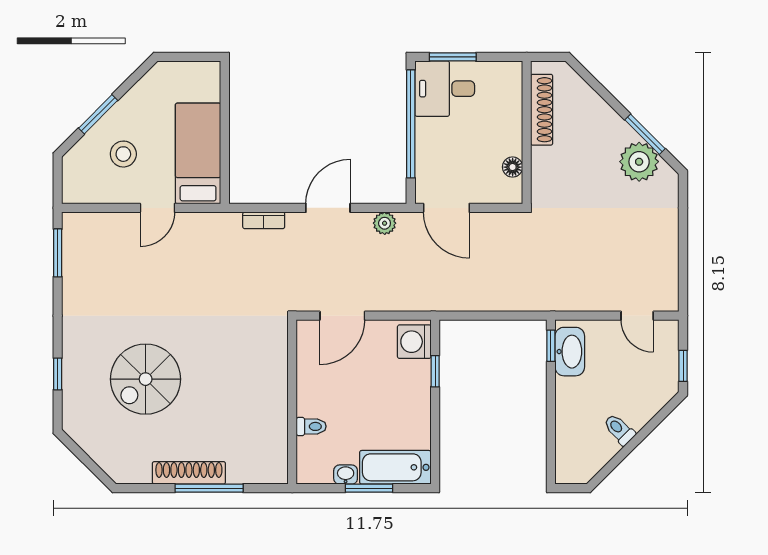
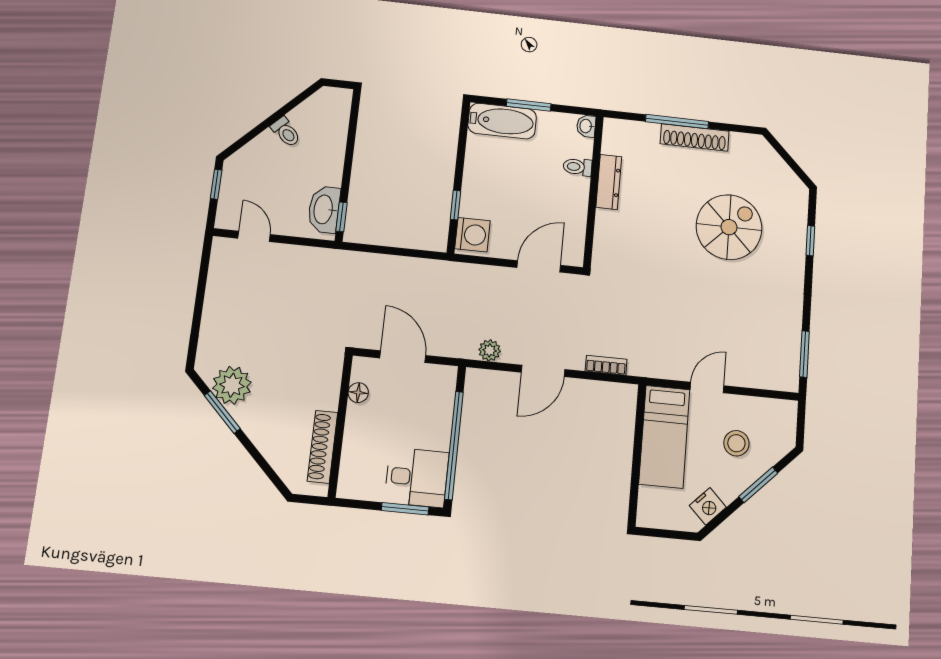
nightstand: (149, 88) -> (708, 506), added
door: (446, 208) -> (403, 357), moved
dresser: (277, 414) -> (609, 182), added
washbasin: (346, 475) -> (586, 126), moved, turned 90

